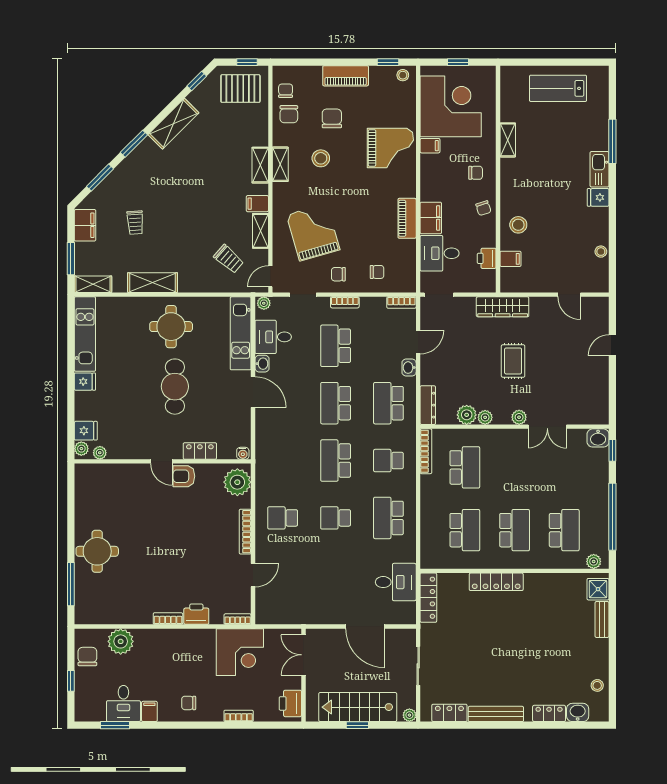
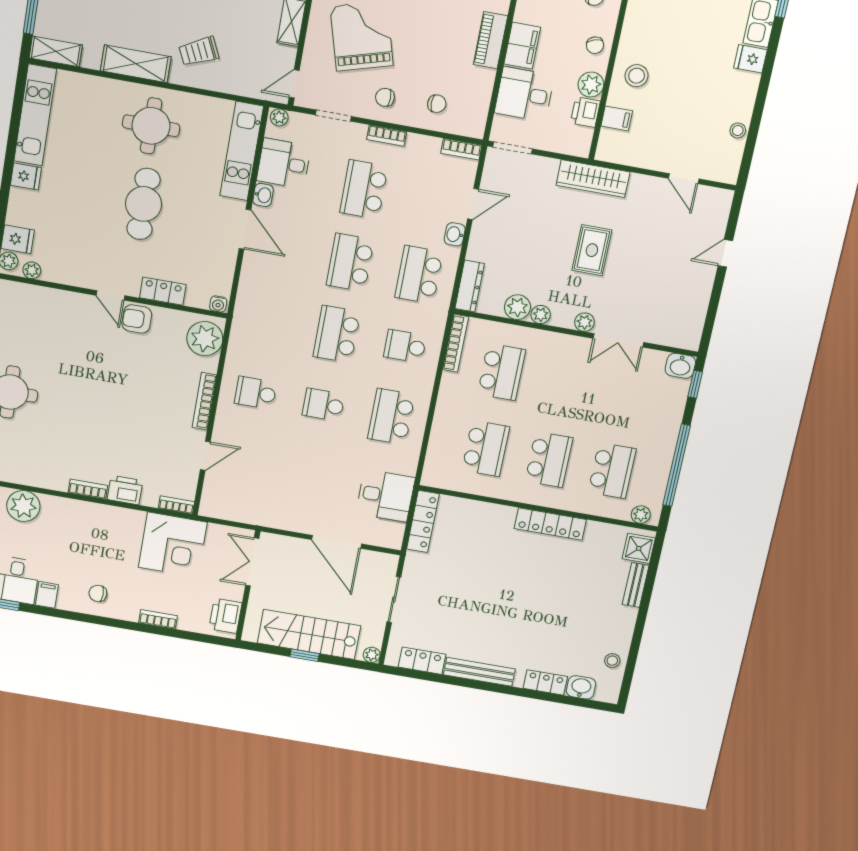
plant: (487, 237) -> (591, 85), added
trolley: (229, 259) -> (199, 51), moved, turned 114
locker: (496, 582) -> (550, 524), moved

